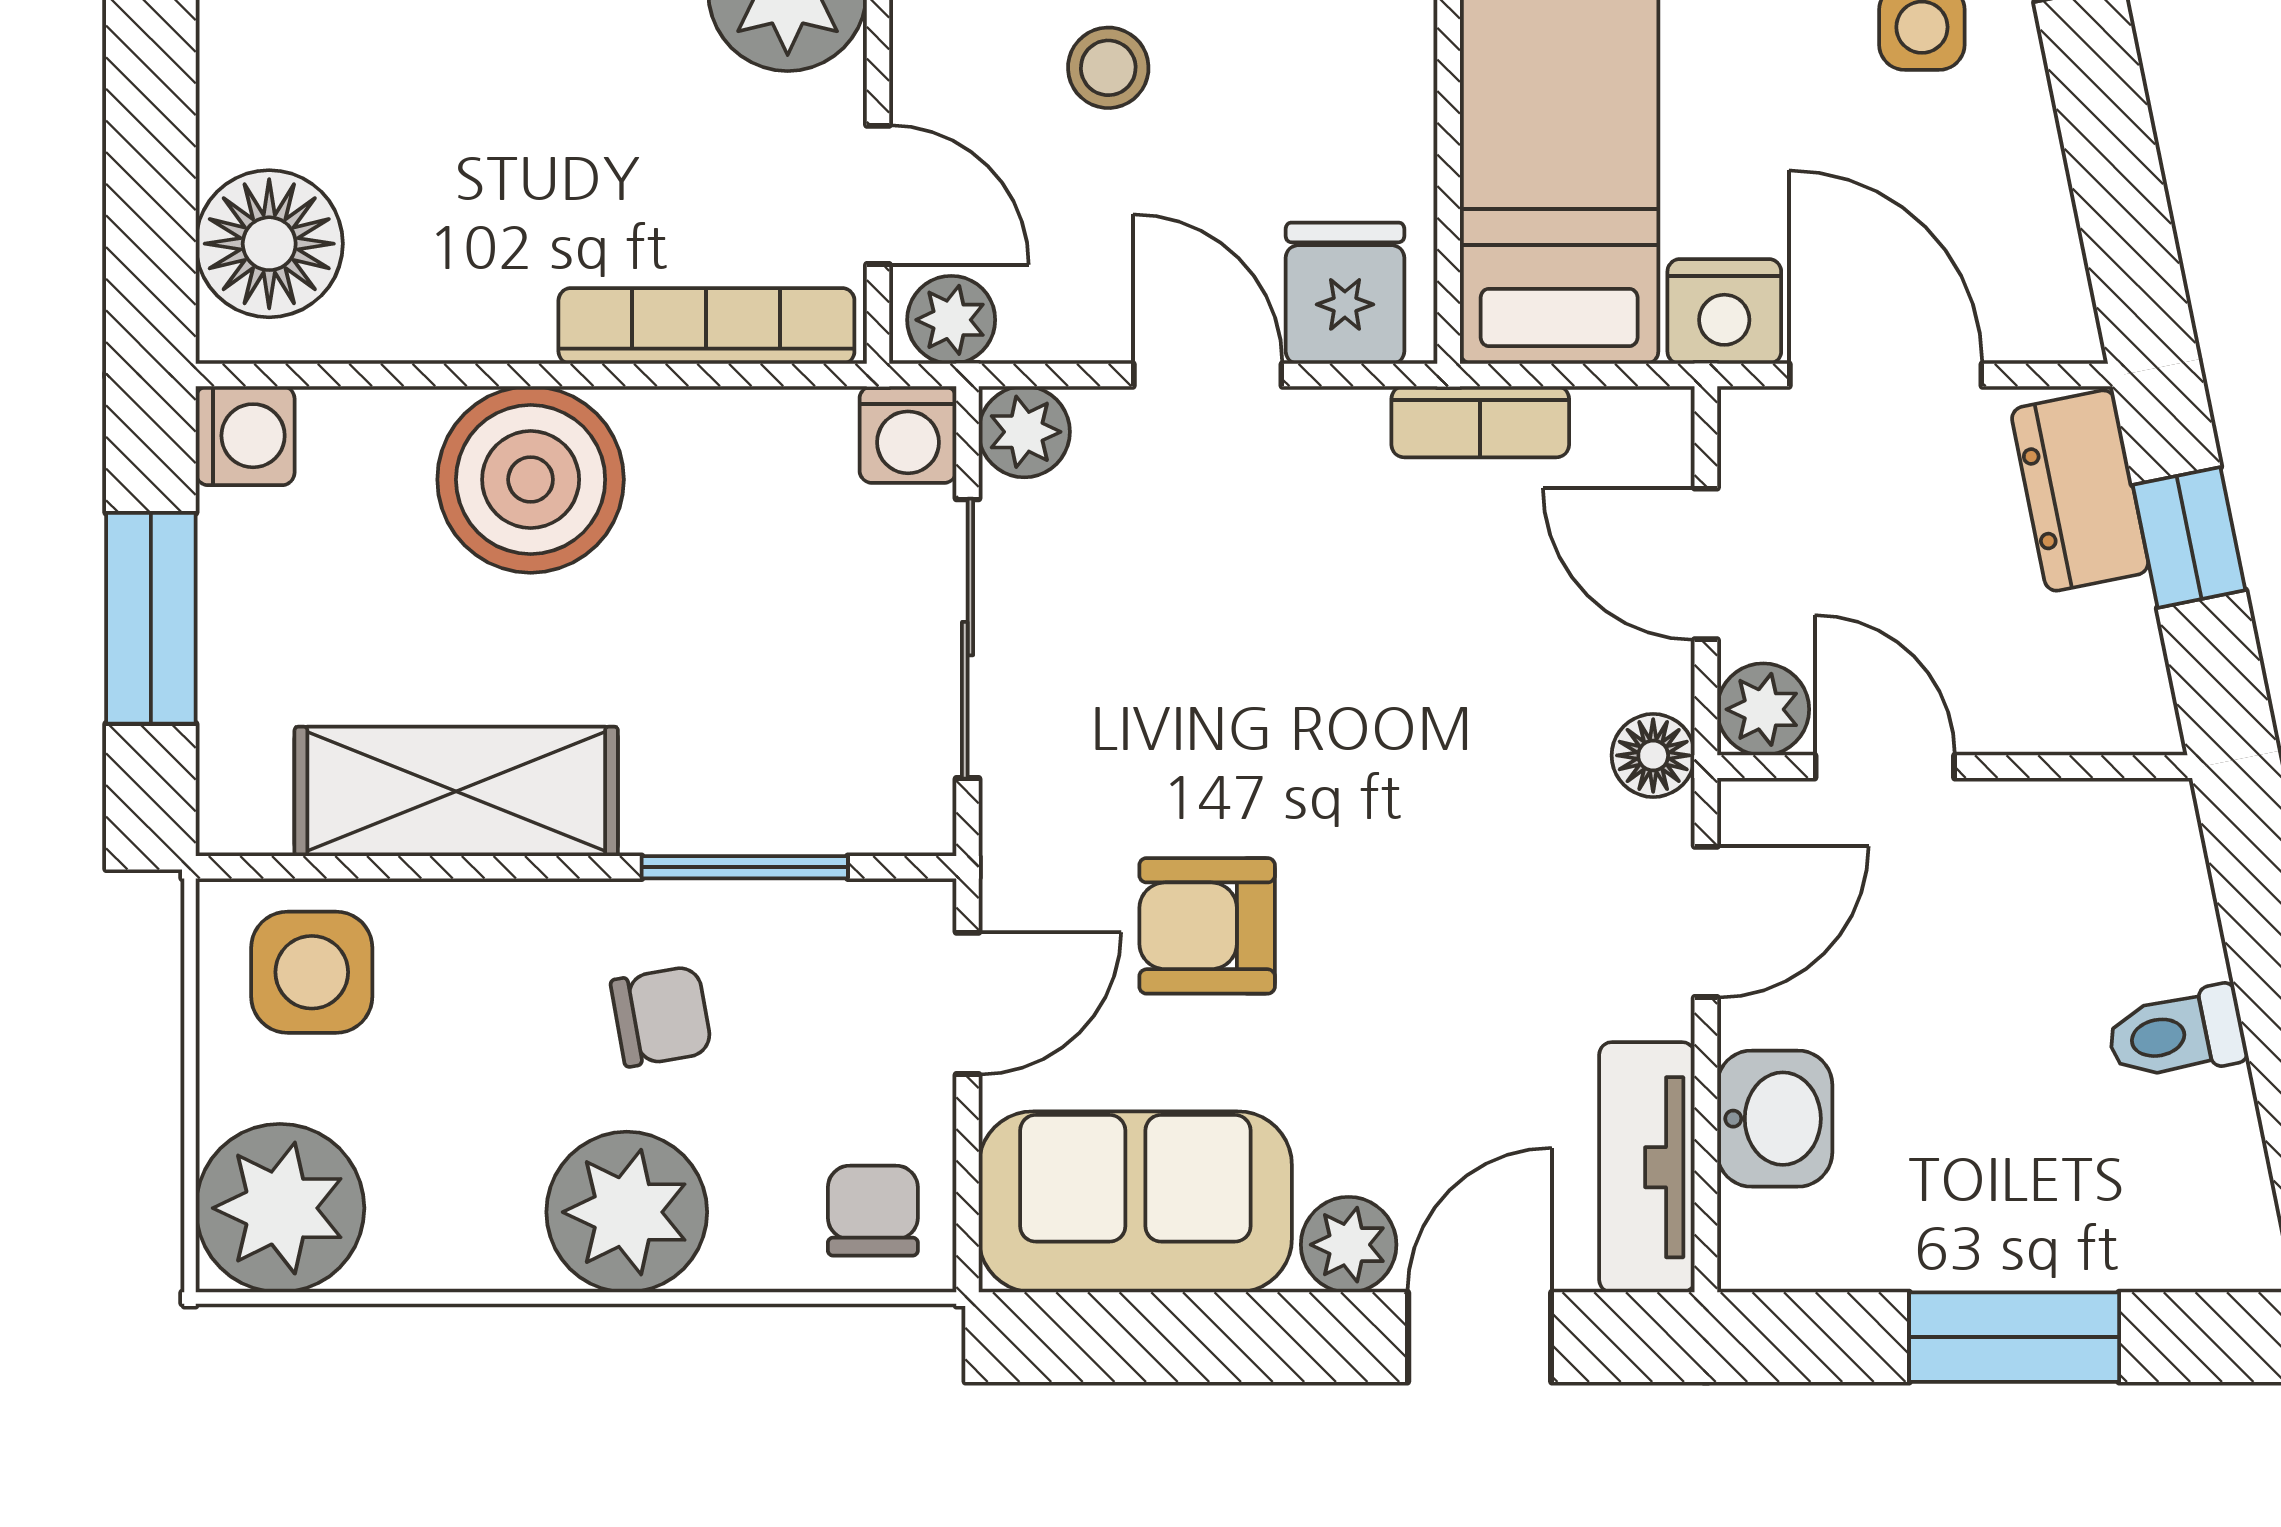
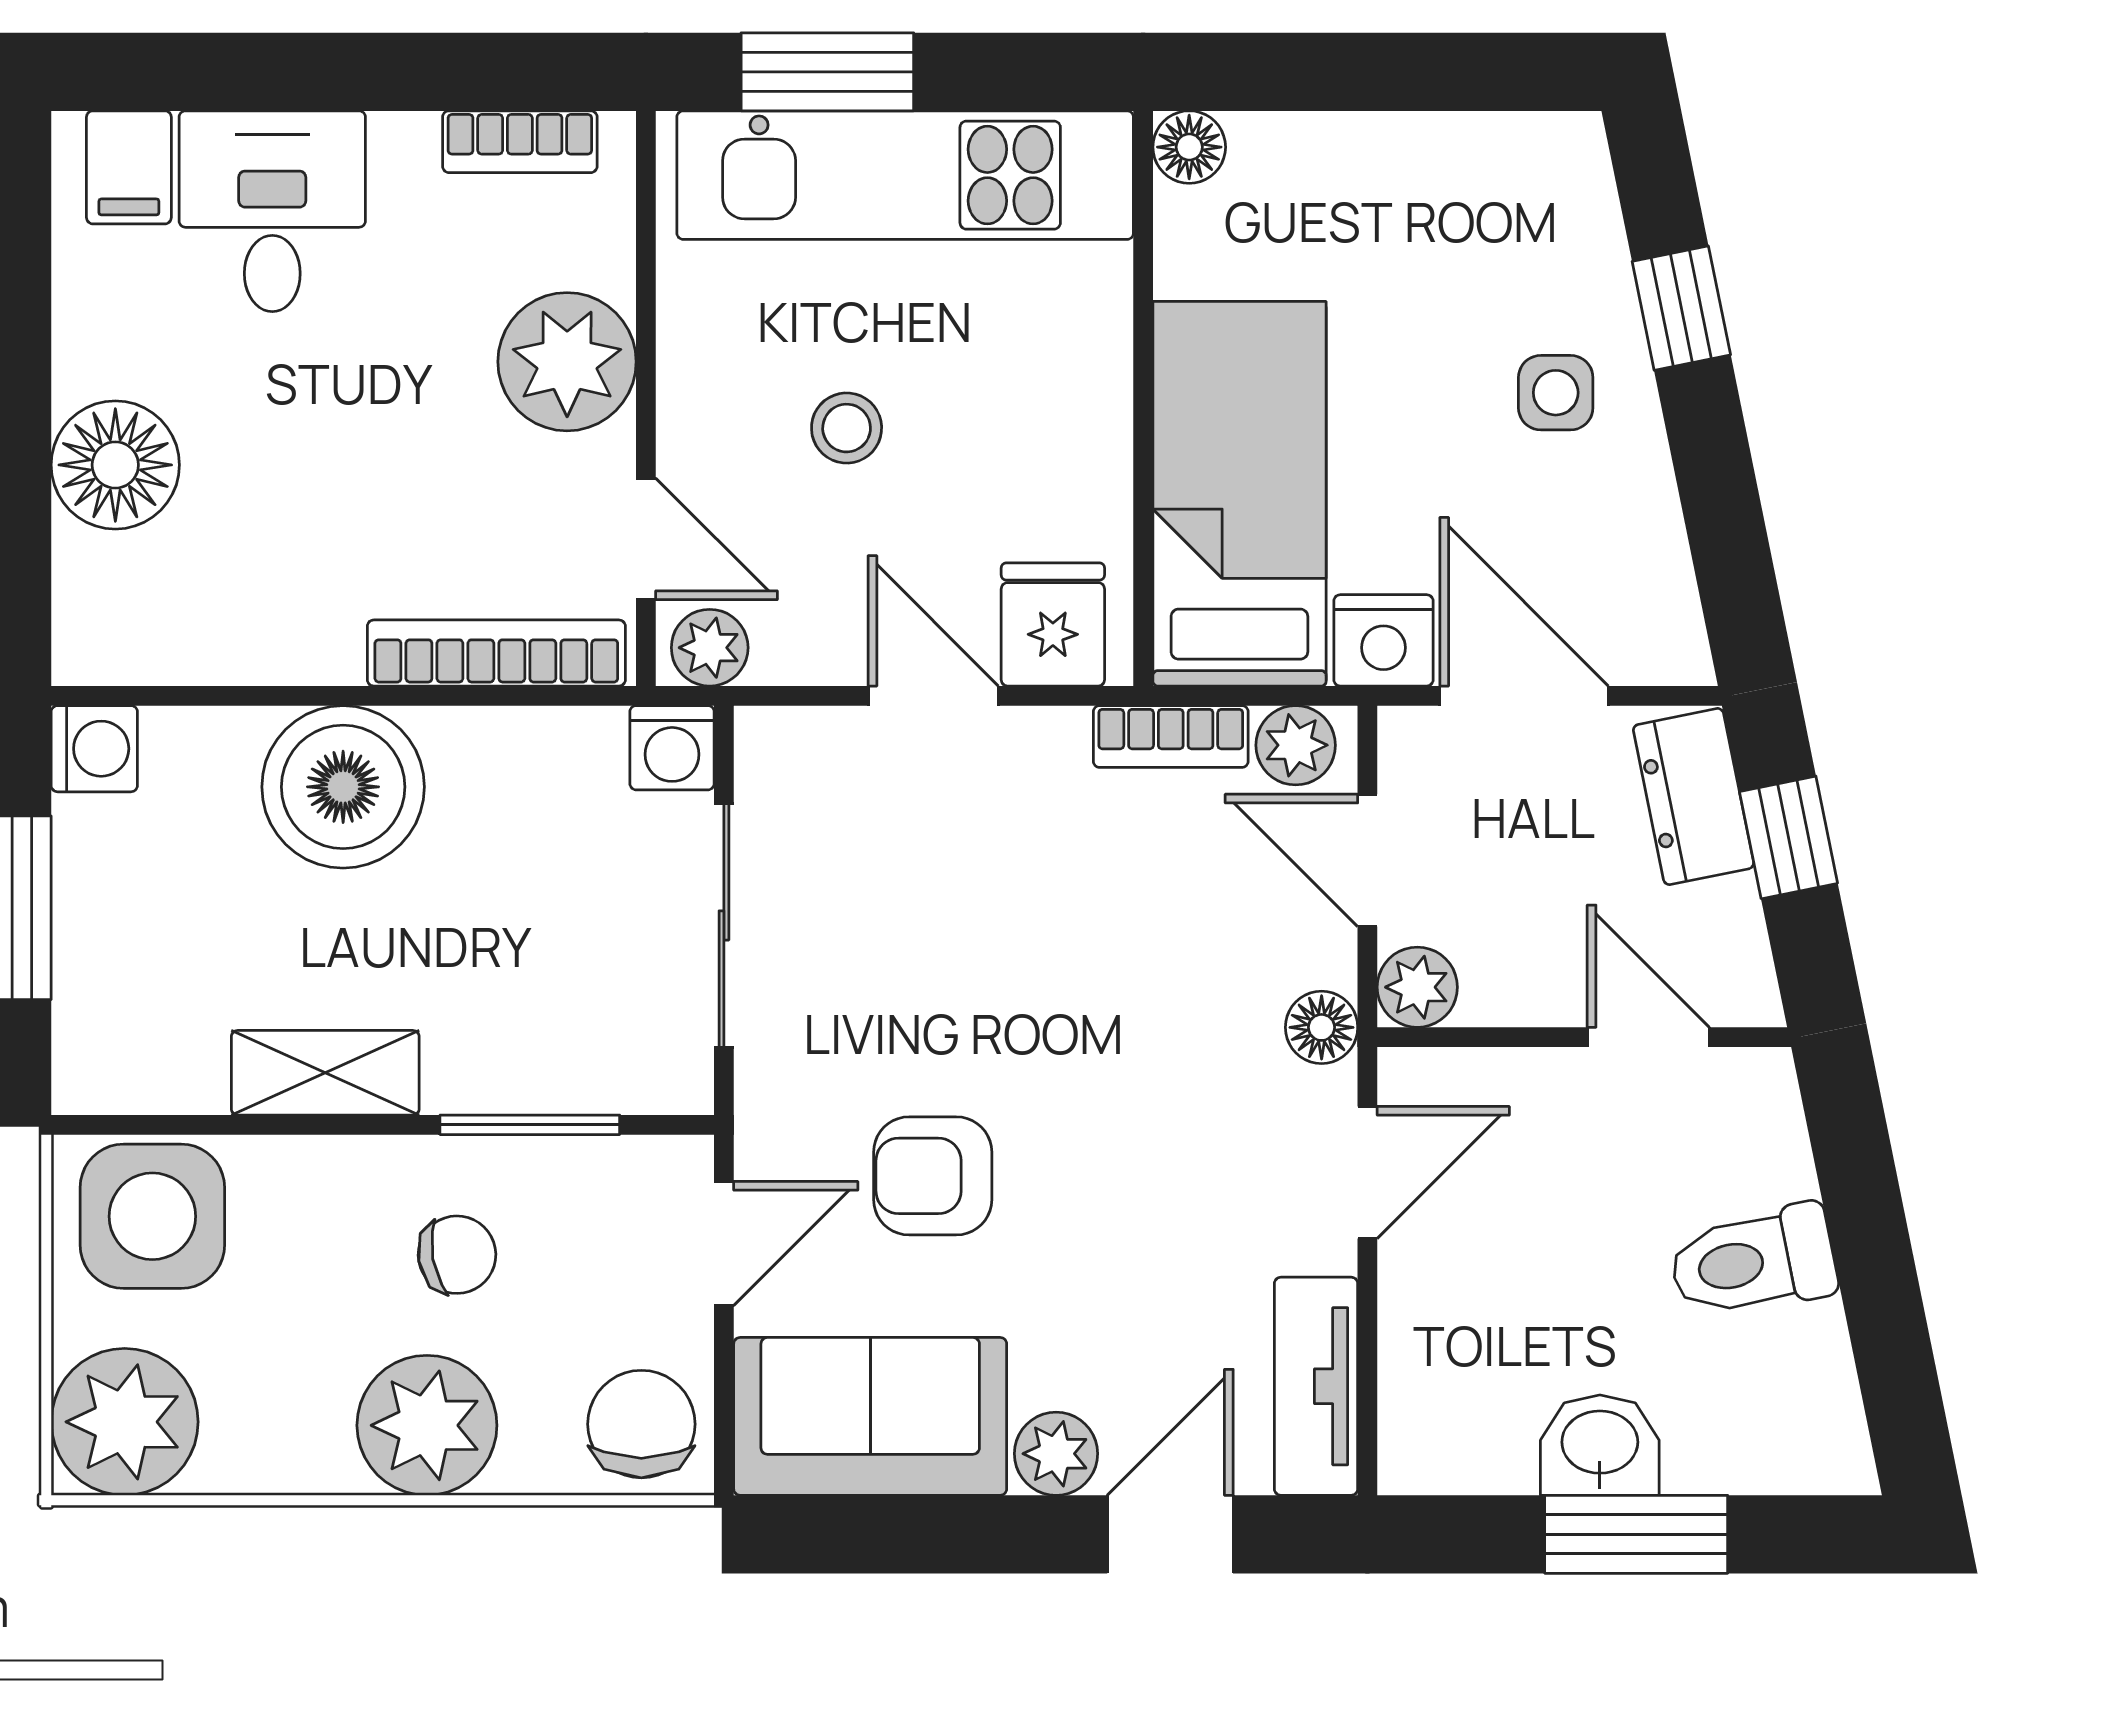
floor lamp: (269, 244) -> (115, 465), moved
plant: (1024, 432) -> (1296, 745), moved
door: (1885, 767) -> (1648, 1037), moved
shelving: (456, 791) -> (325, 1073), width x0.67, depth x0.75
side table: (312, 972) -> (152, 1216), width x1.37, depth x1.37
toilet: (2176, 1034) -> (1753, 1262), width x1.37, depth x1.39
washbasin: (1775, 1119) -> (1600, 1445), moved, turned -90
chair: (873, 1211) -> (641, 1424), width x1.37, depth x1.37

